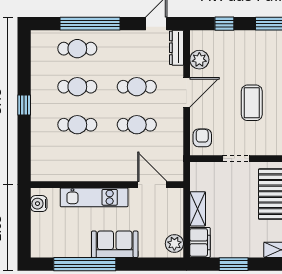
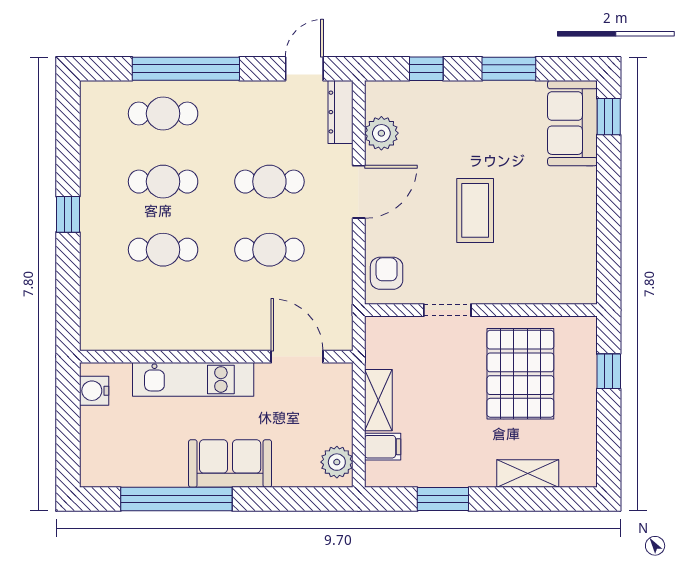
filing cabinet: (200, 242) -> (383, 447), width x0.50

